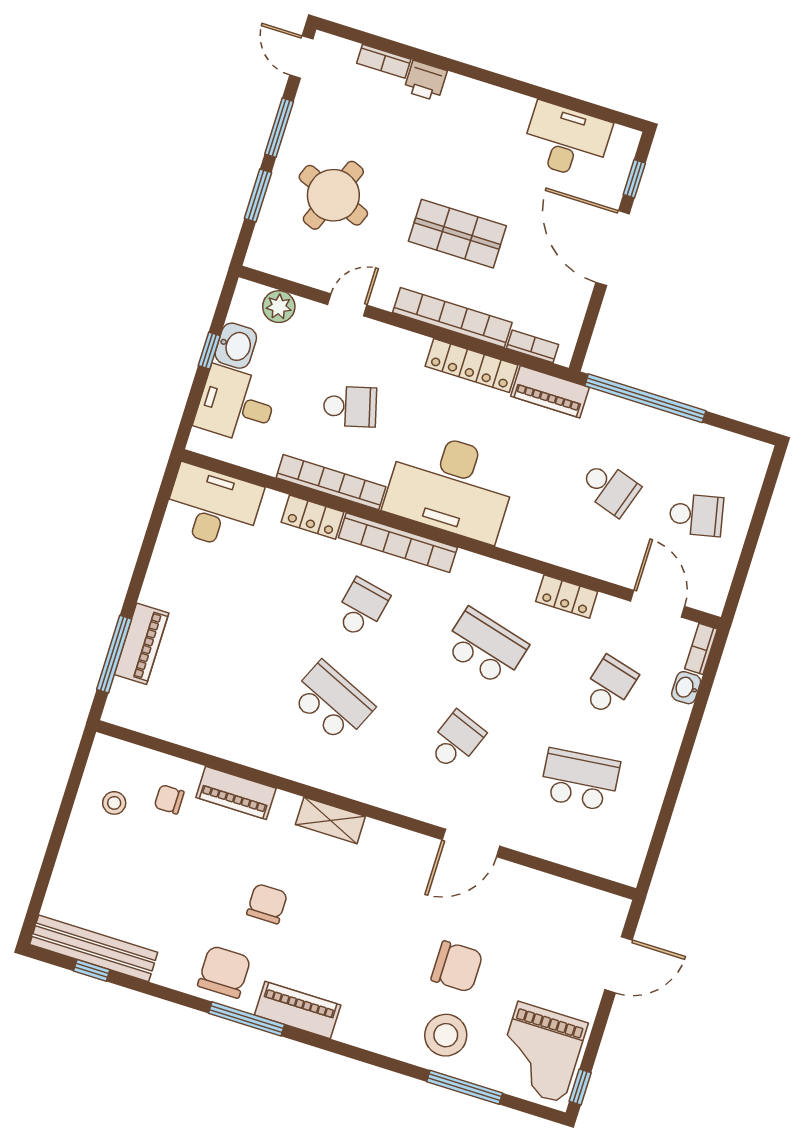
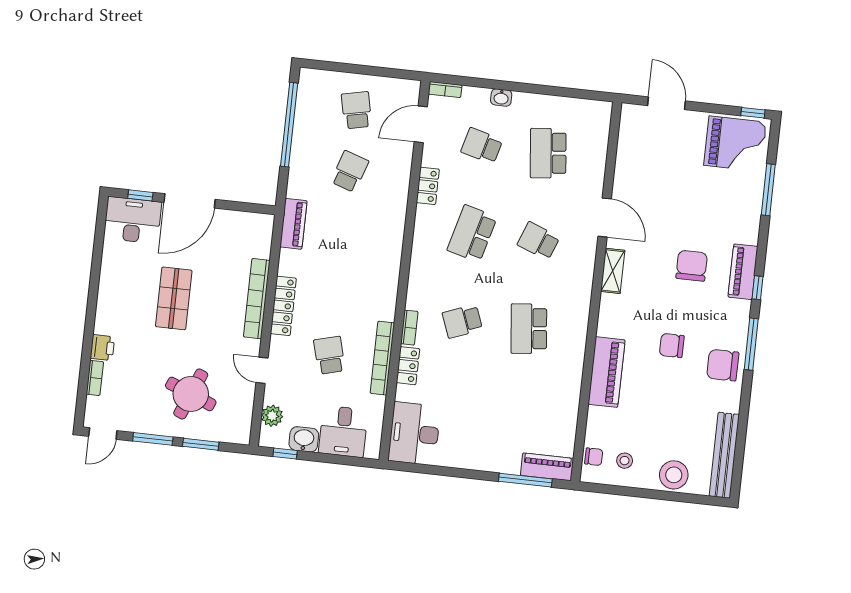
desk: (566, 141) -> (133, 220), moved, turned 90
shop shelf: (457, 234) -> (174, 298), moved
bookcase: (533, 346) -> (265, 241), removed
window: (209, 351) -> (285, 454), moved
locker: (472, 366) -> (283, 306), moved
window: (645, 398) -> (289, 125), moved
desk: (451, 486) -> (369, 278), removed
bookcase: (398, 543) -> (409, 328), width x0.43, depth x0.76
school desk: (361, 608) -> (462, 321), turned -33
piano: (141, 644) -> (547, 467), moved
washbasin: (686, 688) -> (501, 97), moved
school desk: (332, 702) -> (529, 329), turned -30
piano: (236, 793) -> (607, 372), width x1.37, depth x1.33
chair: (169, 799) -> (594, 457), moved, turned -90
shelving: (330, 820) -> (613, 271), moved
chair: (457, 967) -> (692, 266), moved
window: (92, 970) -> (757, 288), moved
piano: (298, 1010) -> (743, 272), moved
stool: (446, 1035) -> (674, 475), moved

